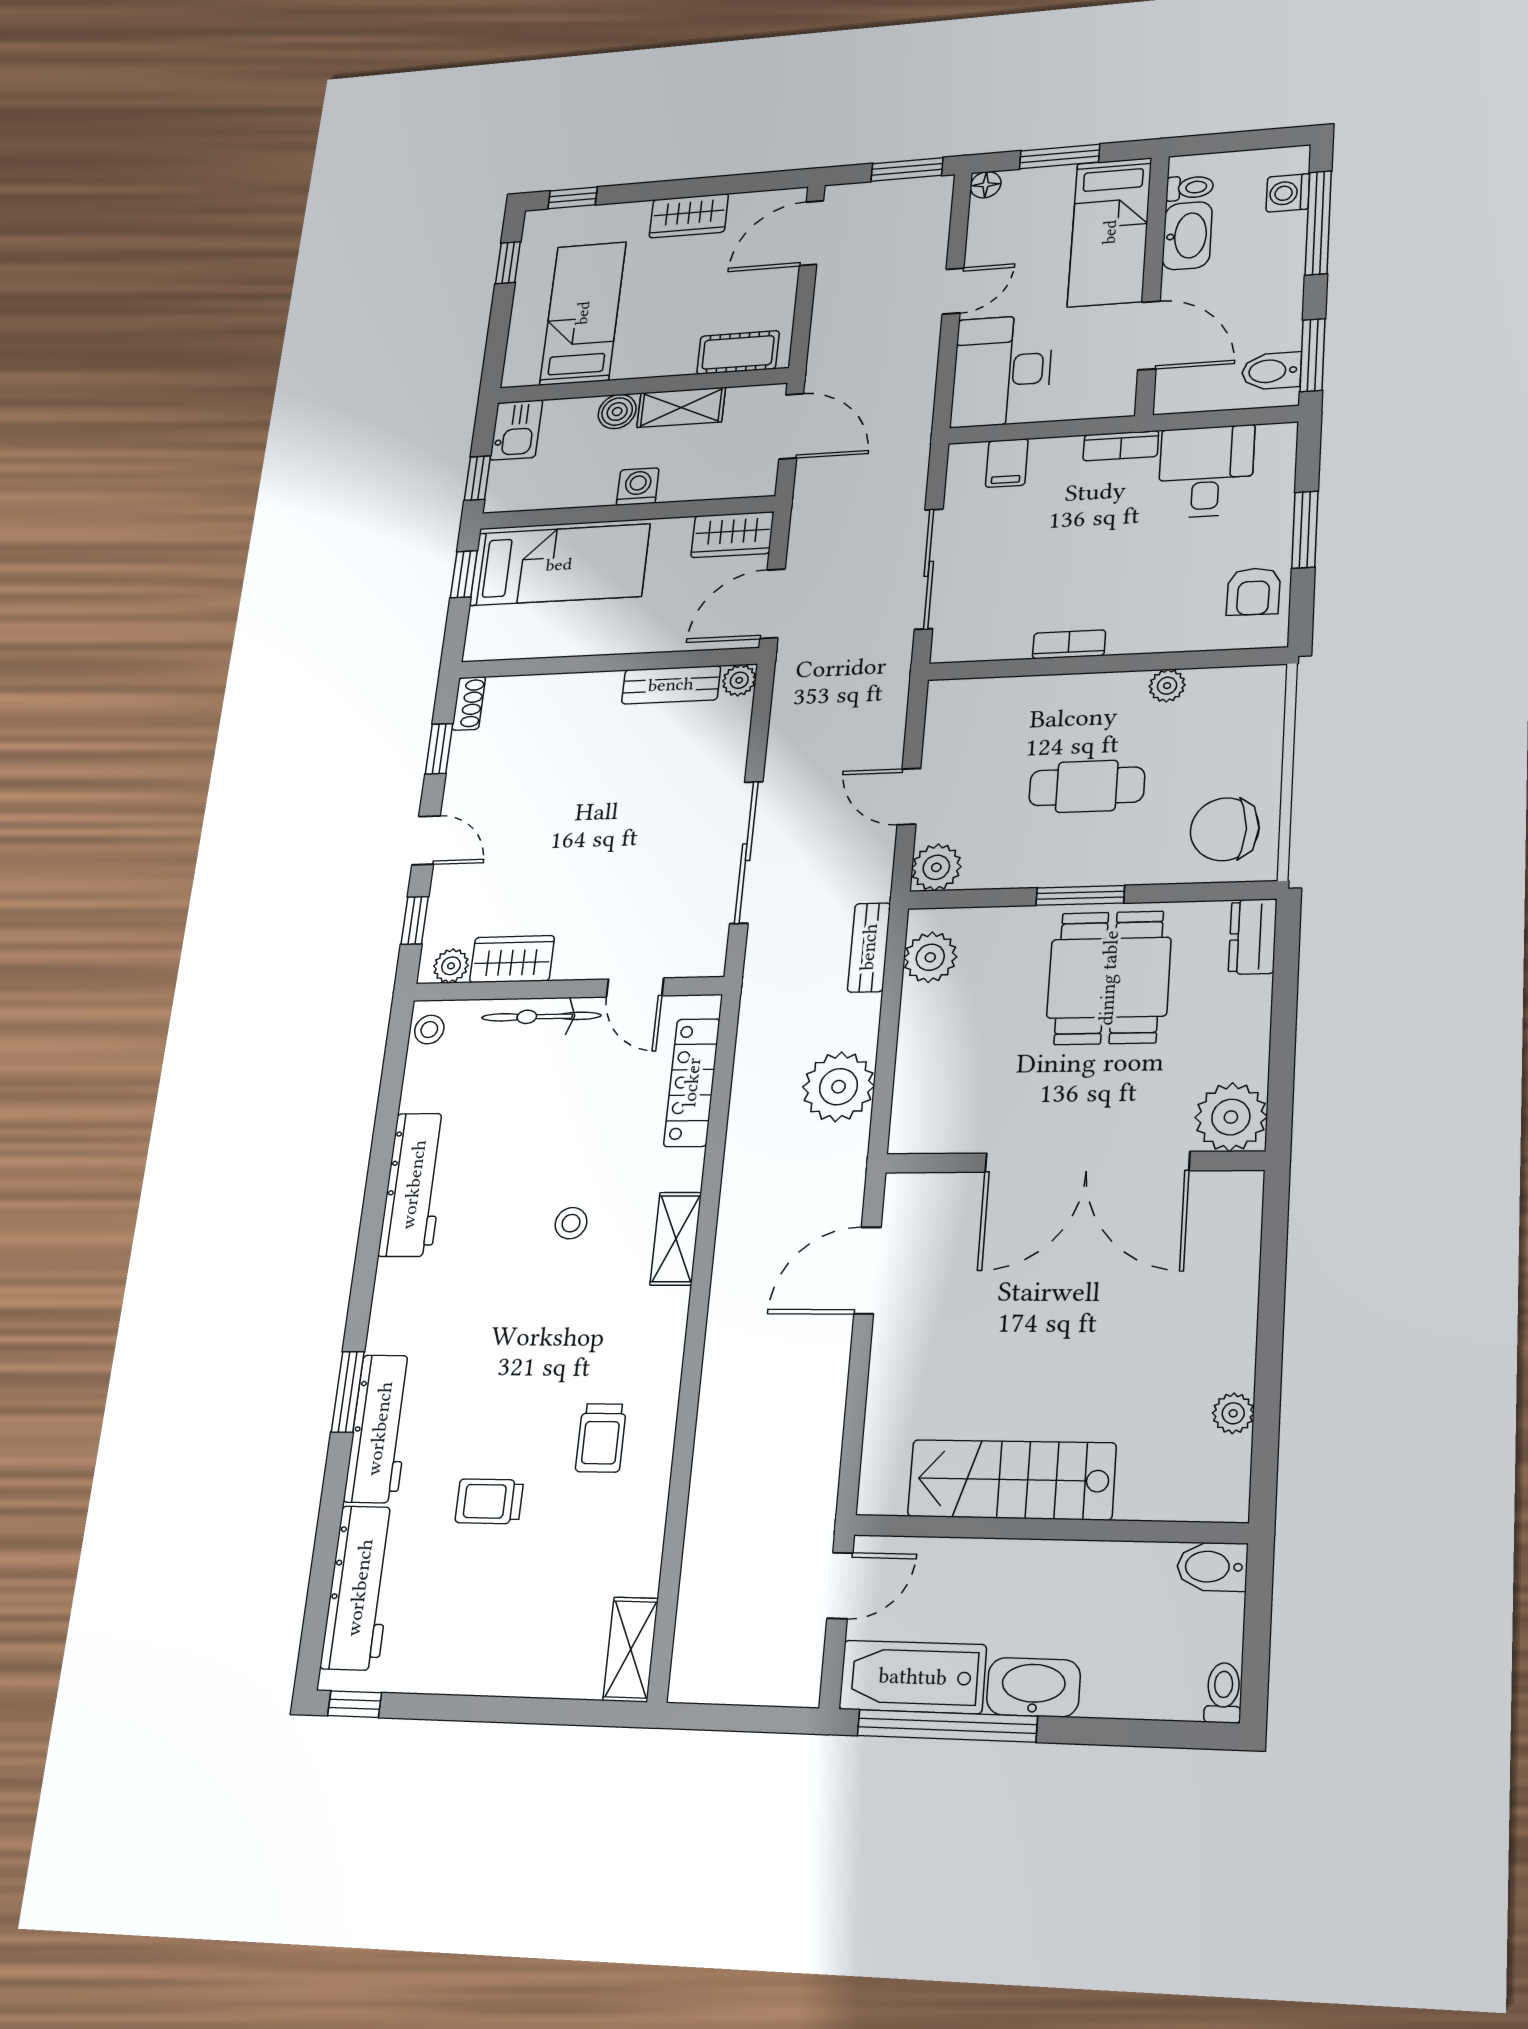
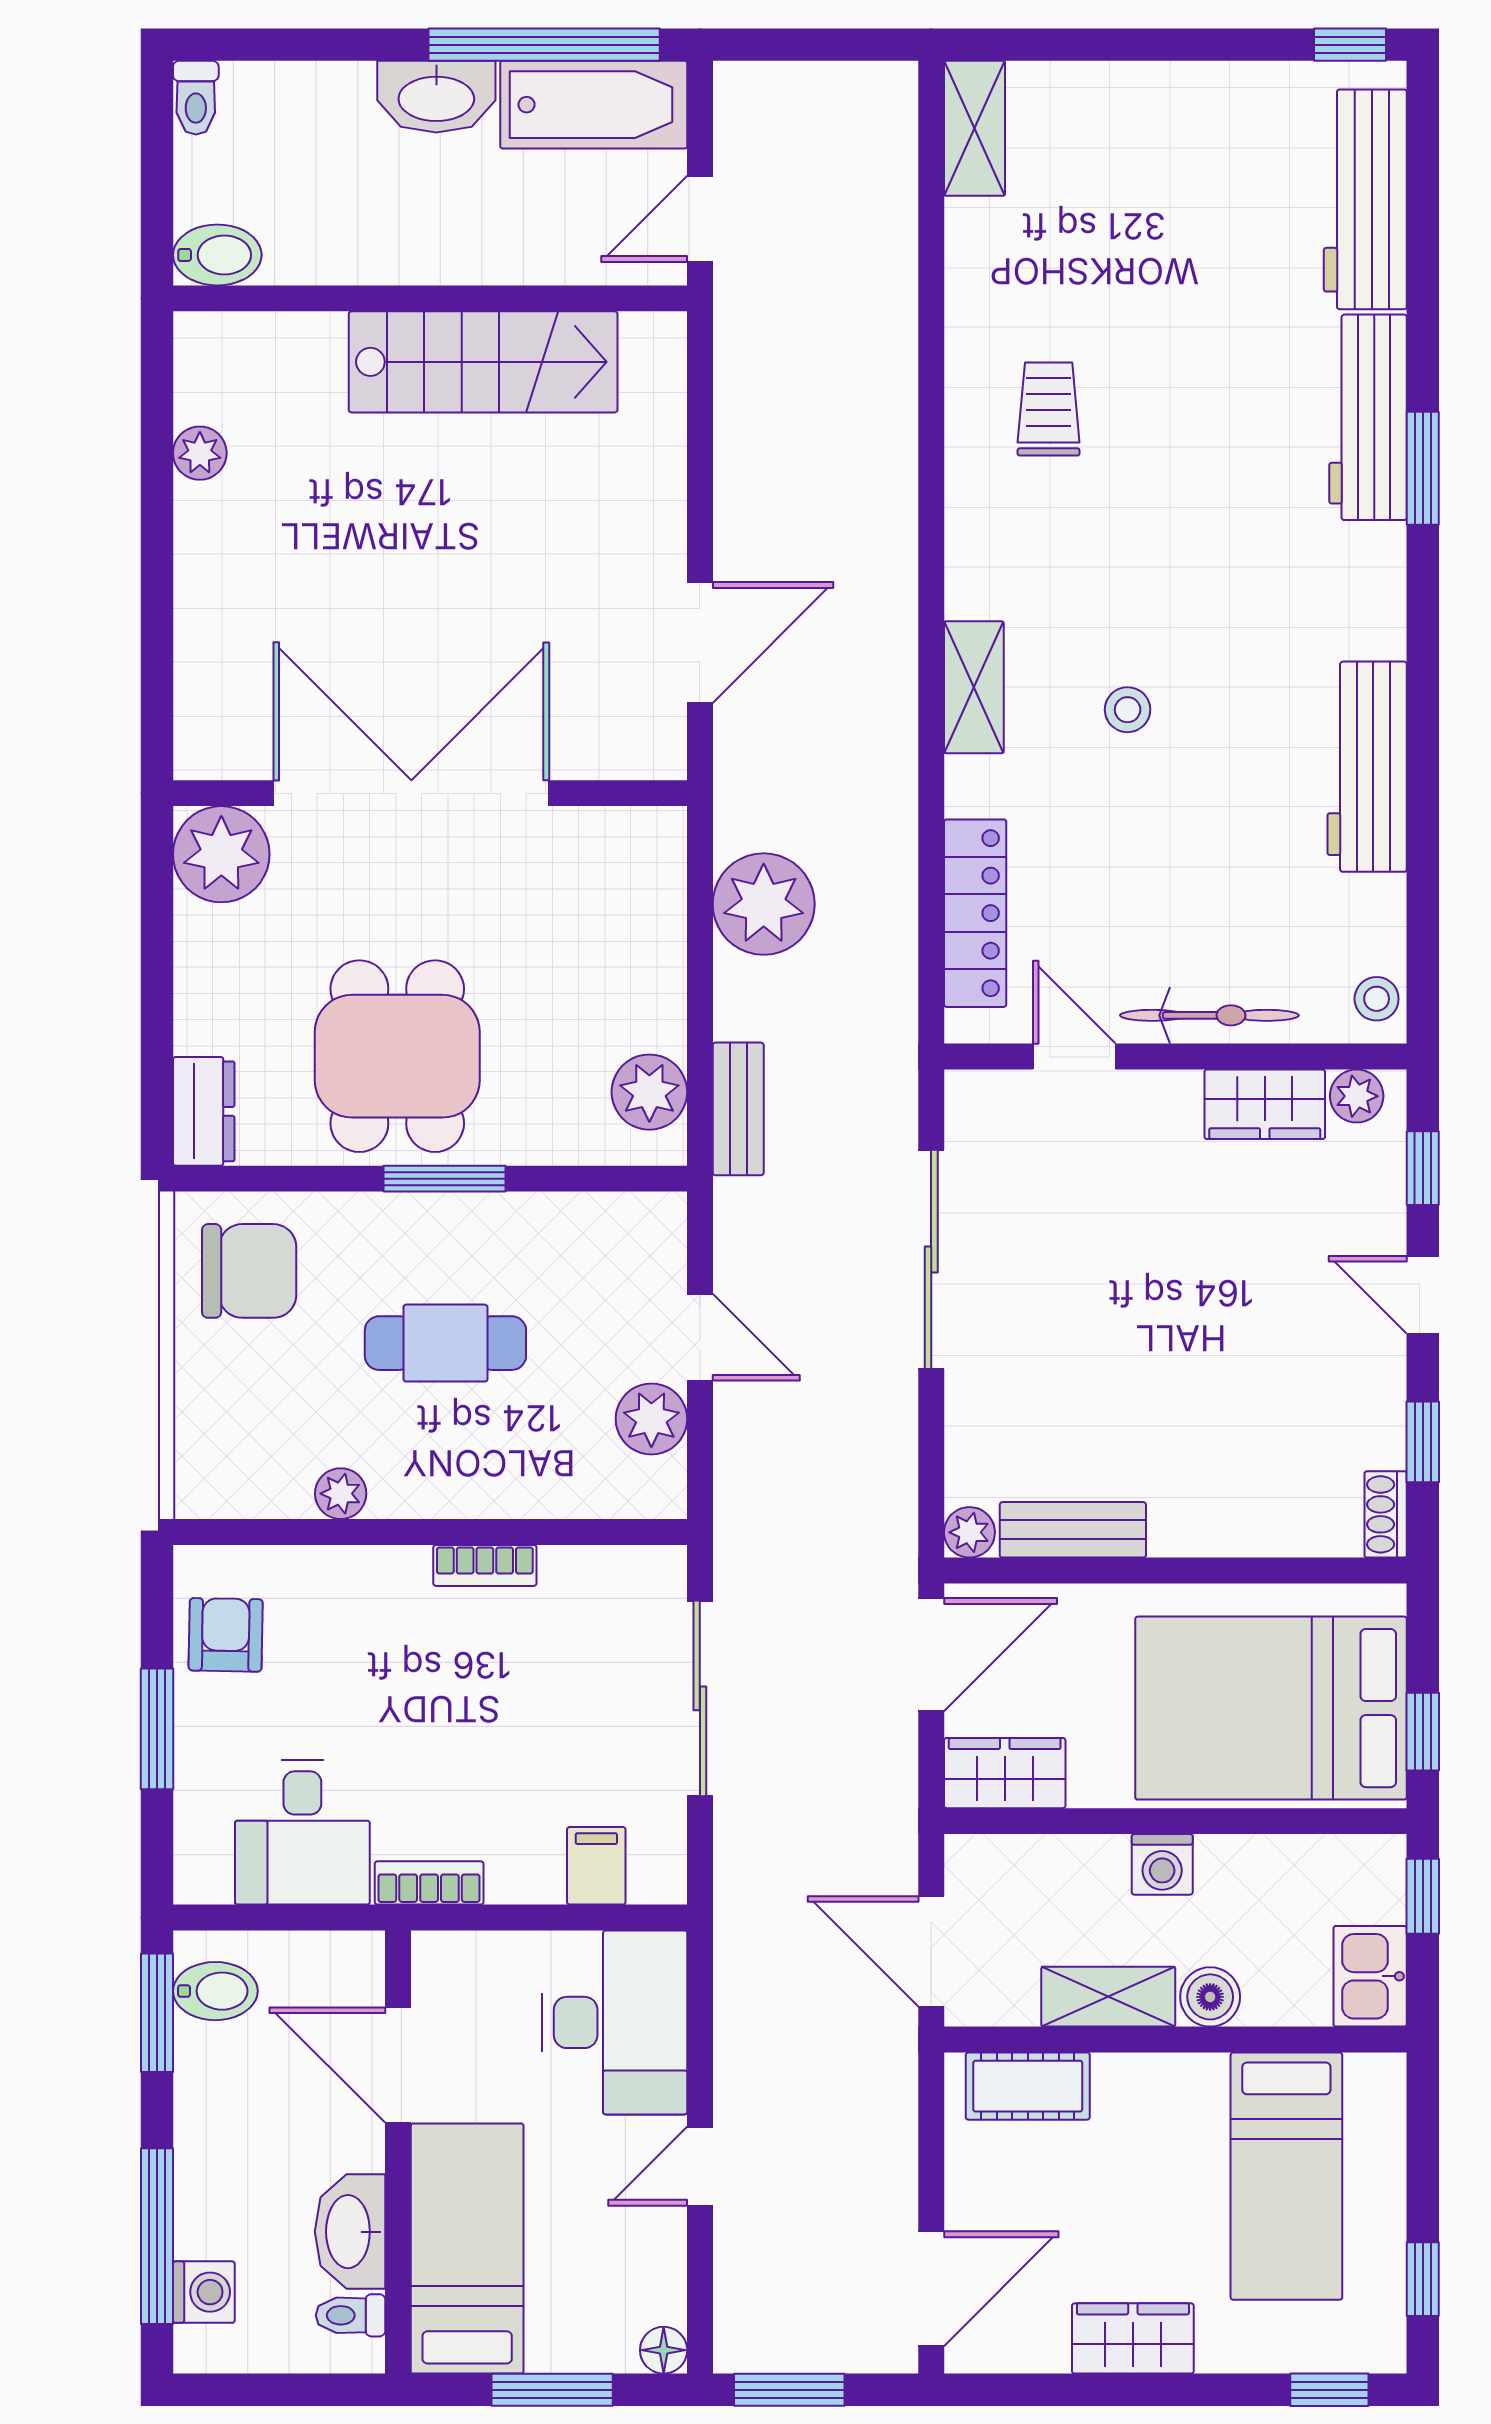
bed: (559, 565) -> (1271, 1708), width x1.50
plant: (936, 867) -> (651, 1419), moved
trolley: (489, 1501) -> (1196, 320), removed

